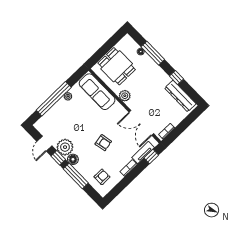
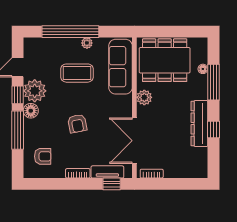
dining table: (117, 66) -> (165, 60), width x1.38
dresser: (180, 96) -> (199, 124), moved
coffee table: (78, 117) -> (77, 73), added

